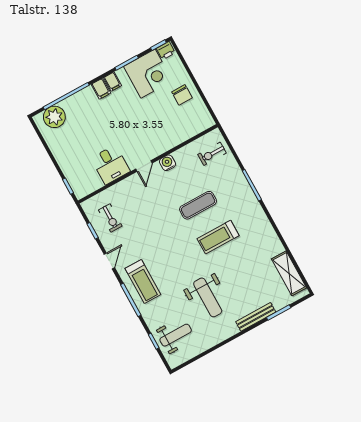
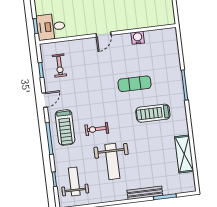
exercise bike: (212, 154) -> (97, 129), moved
water cooler: (167, 163) -> (138, 38), moved
desk: (110, 165) -> (51, 27), moved, turned 90
treadmill: (218, 237) -> (153, 113), moved
shelving: (289, 273) -> (184, 154), moved
weight bench: (176, 335) -> (74, 182), turned -90

